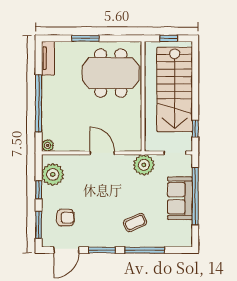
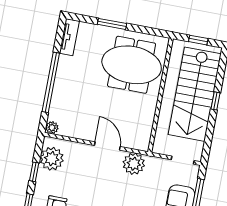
window: (195, 129) -> (215, 101), moved
plant: (144, 165) -> (134, 164), moved

